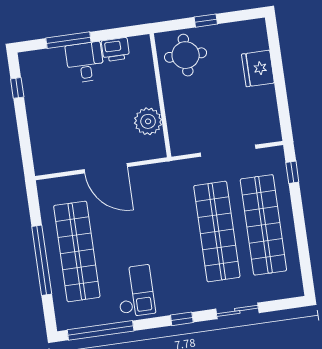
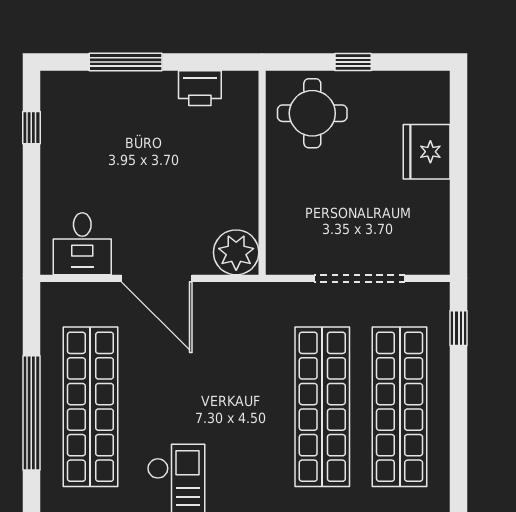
desk: (85, 62) -> (82, 244), moved, turned 180
plant: (148, 121) -> (236, 252), moved

